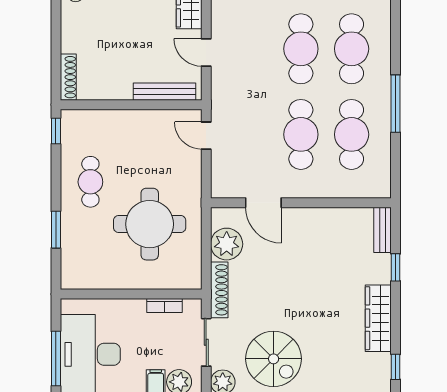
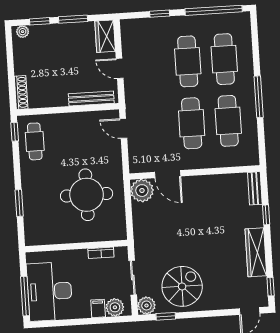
cafe table: (90, 182) -> (35, 141), moved
plant: (227, 244) -> (142, 191), moved
shoe rack: (219, 290) -> (140, 239), removed
spiral stairs: (274, 359) -> (182, 286), turned -90

